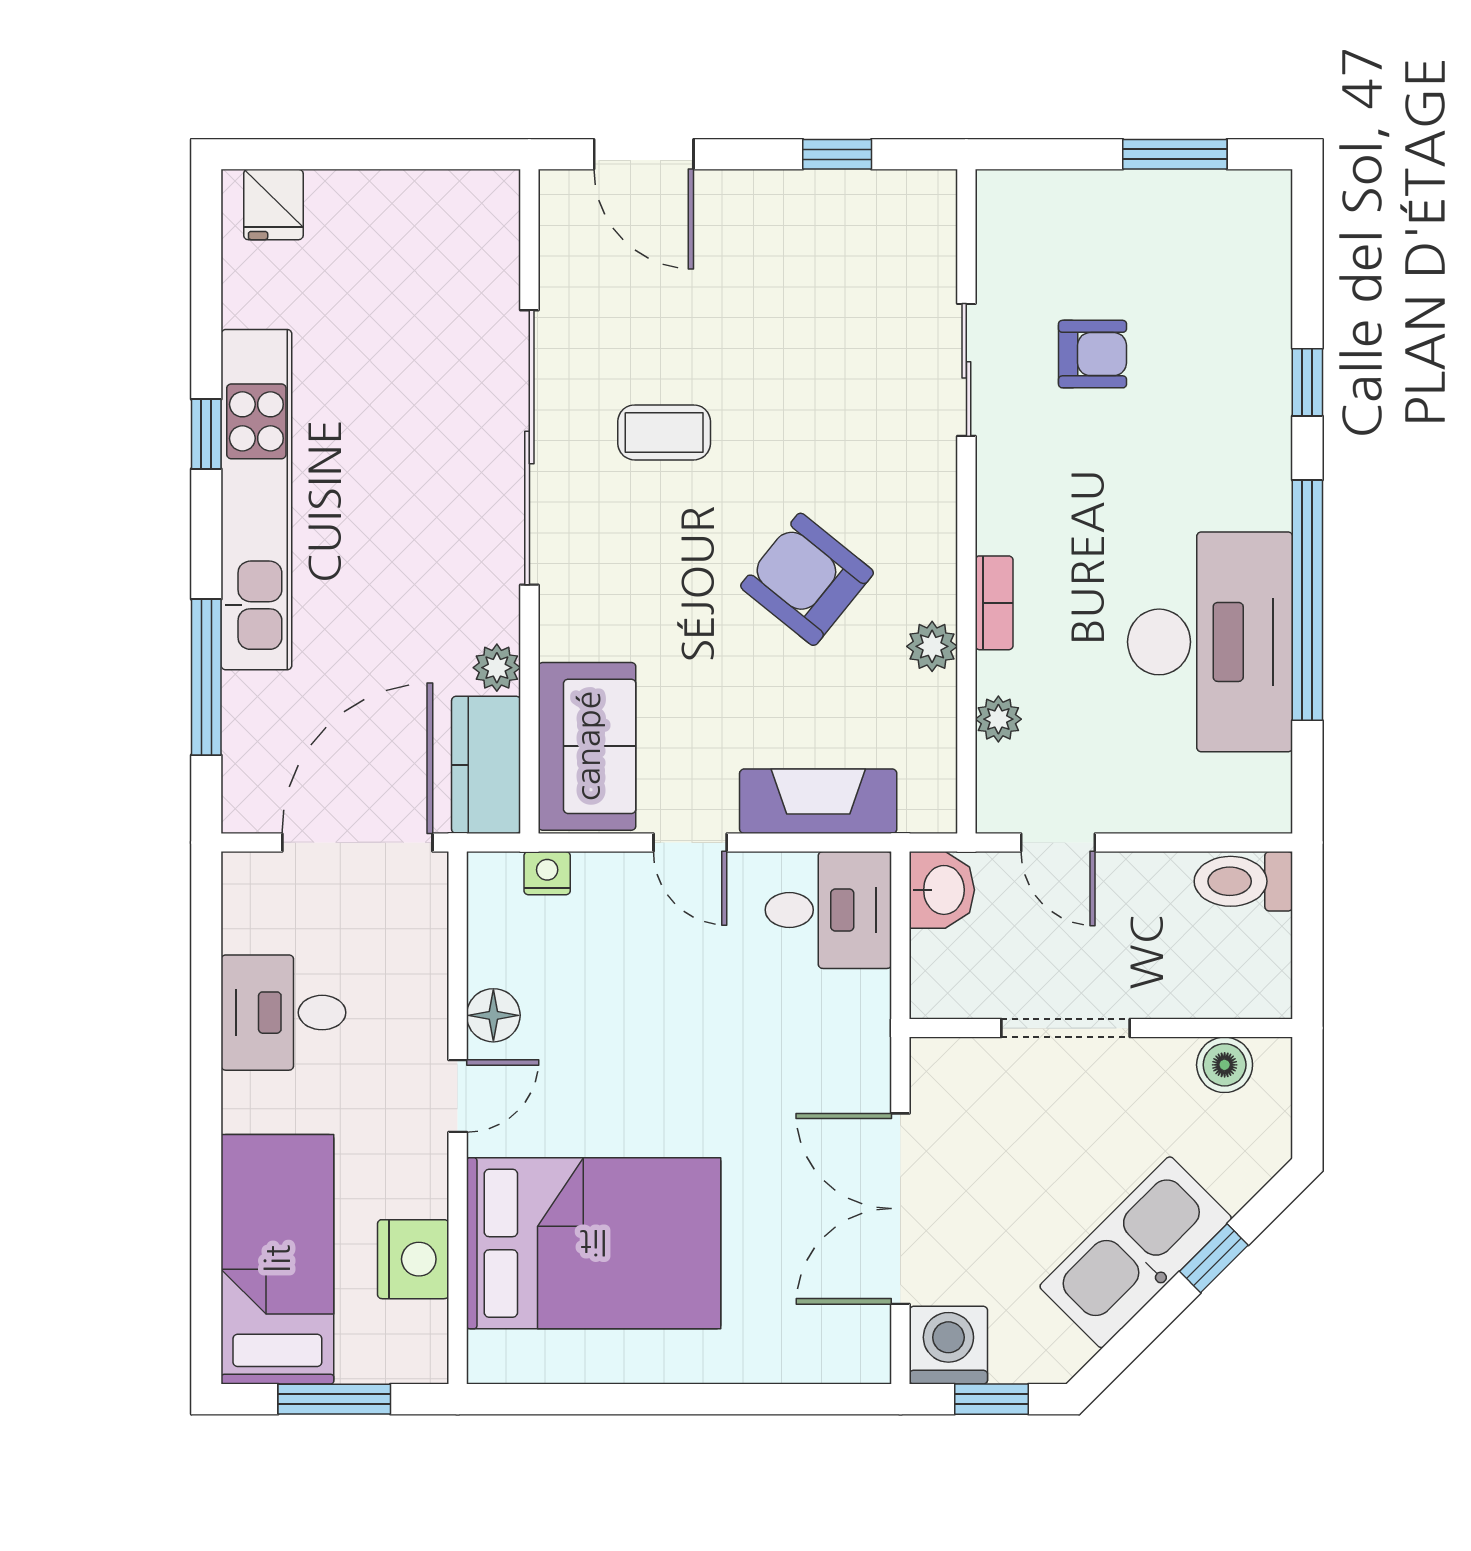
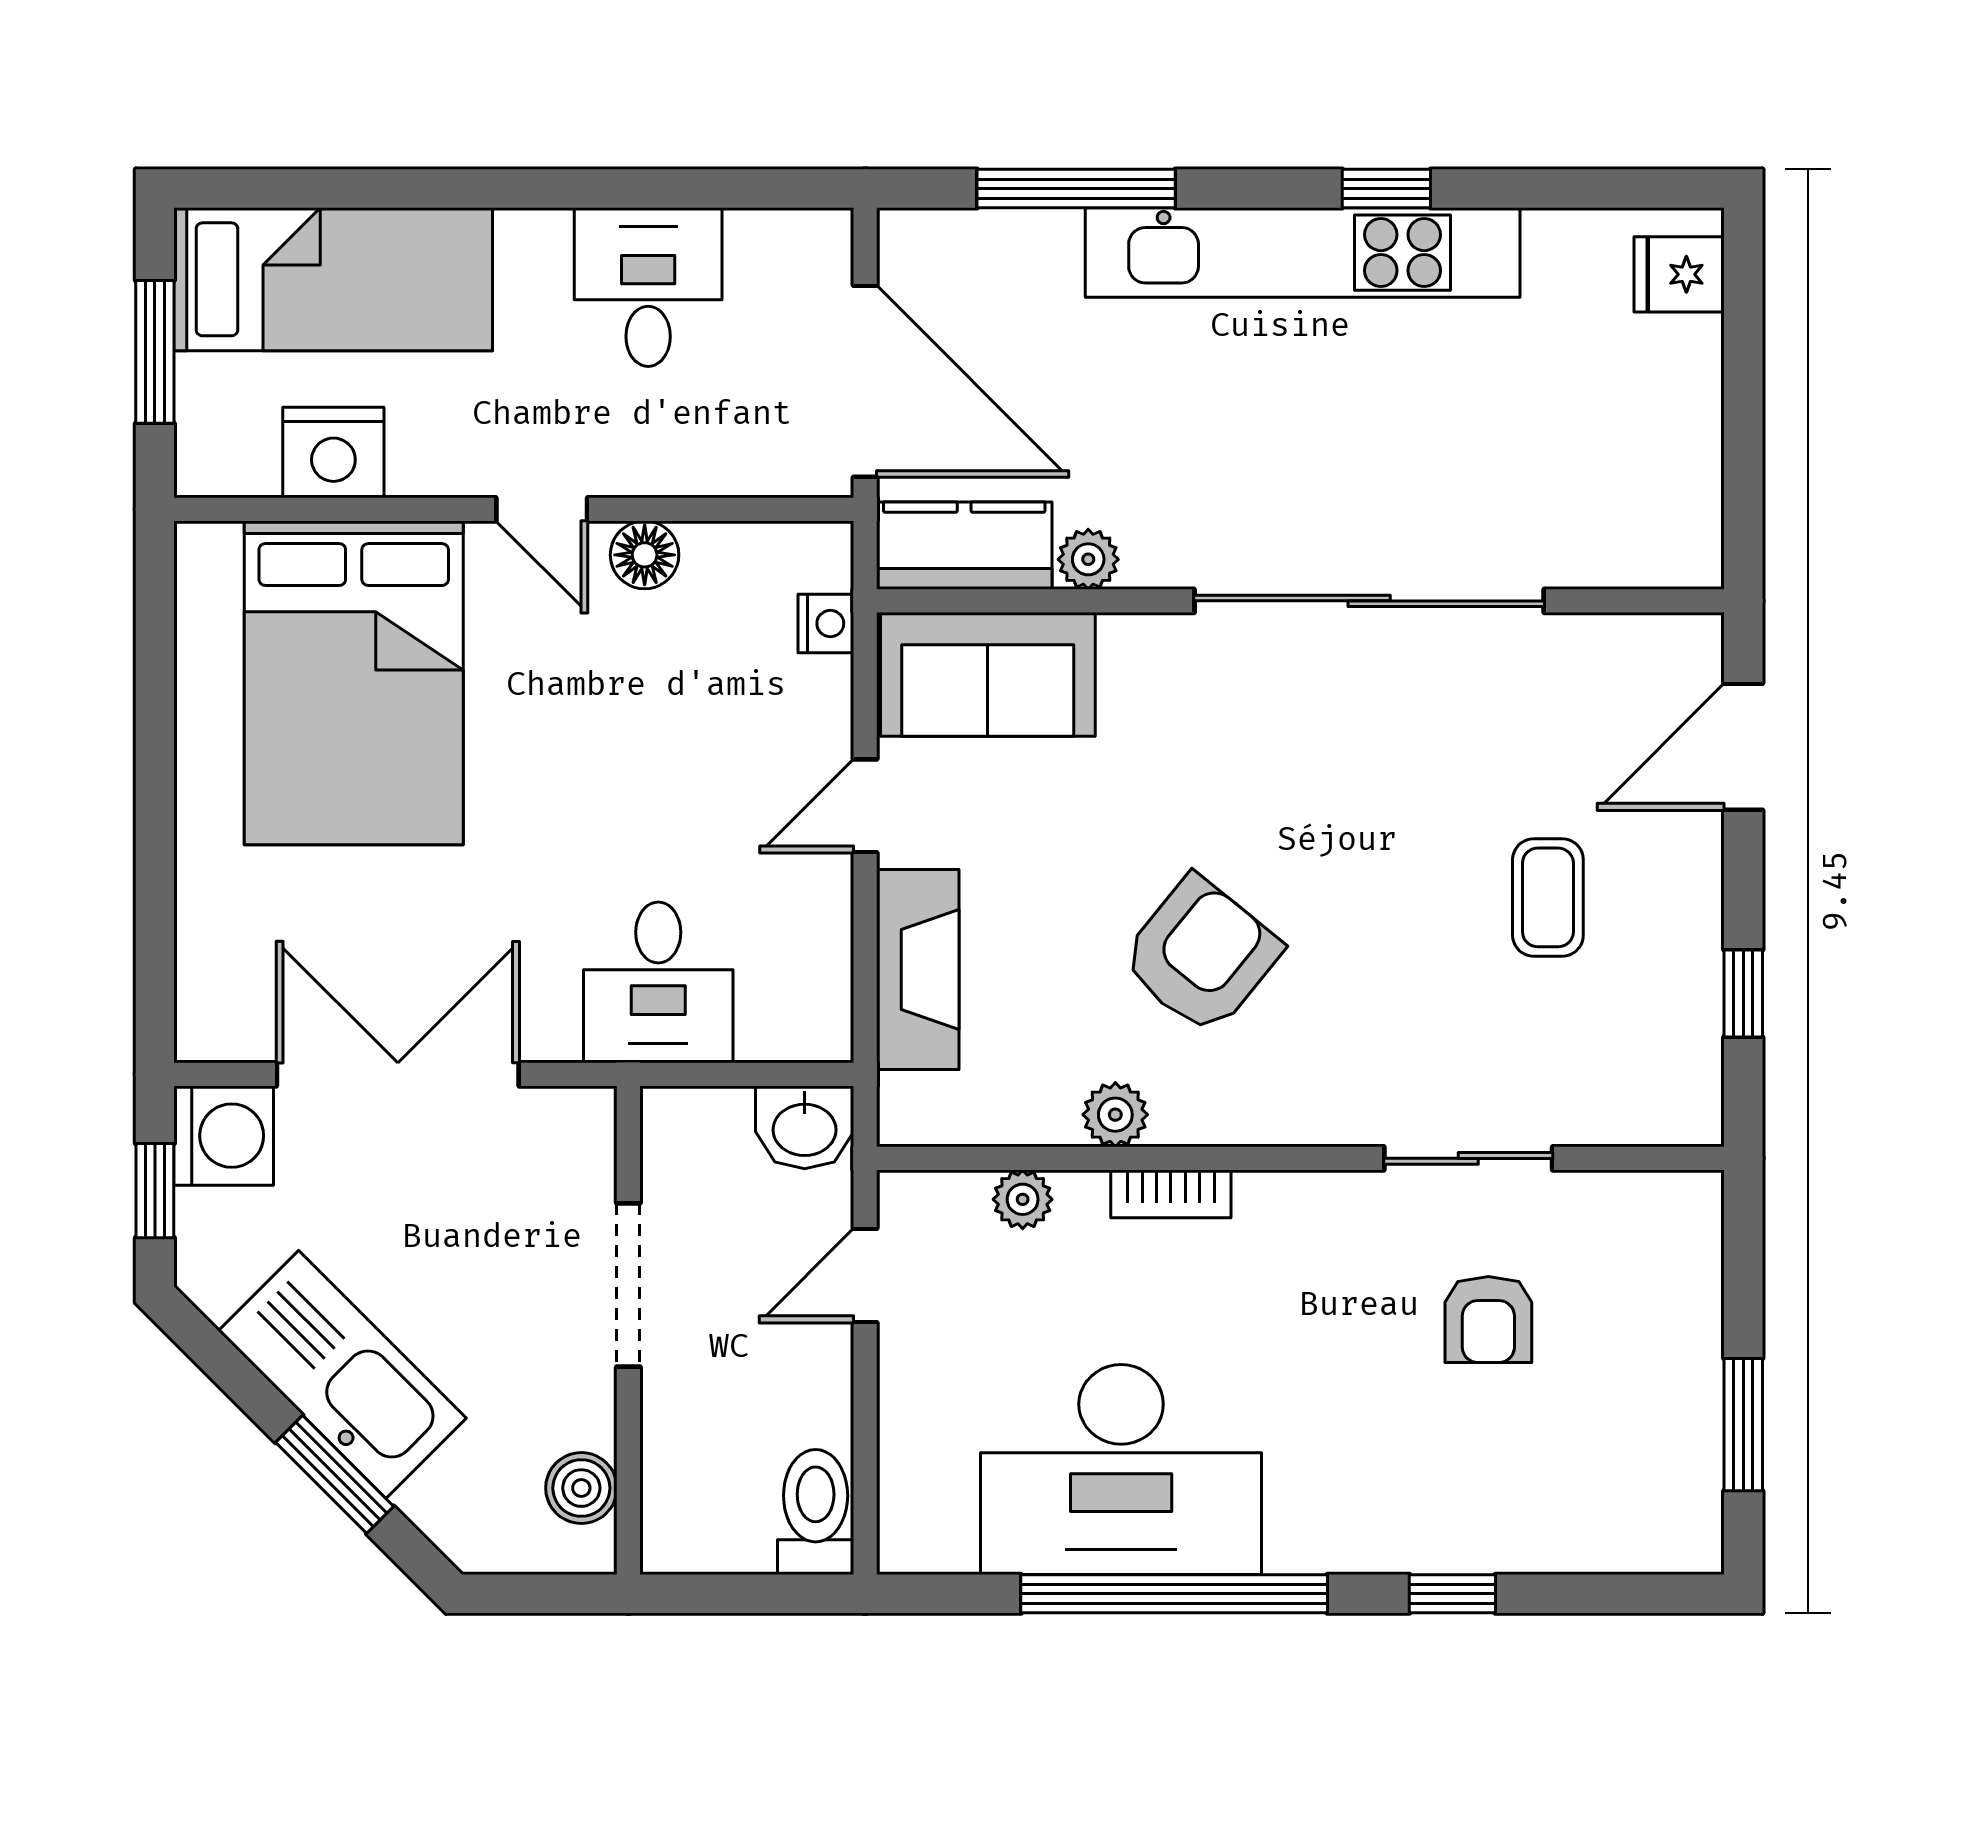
coffee table: (664, 432) -> (1548, 897), moved
desk: (828, 910) -> (658, 982), moved
window: (1214, 1258) -> (335, 1474), width x1.50

